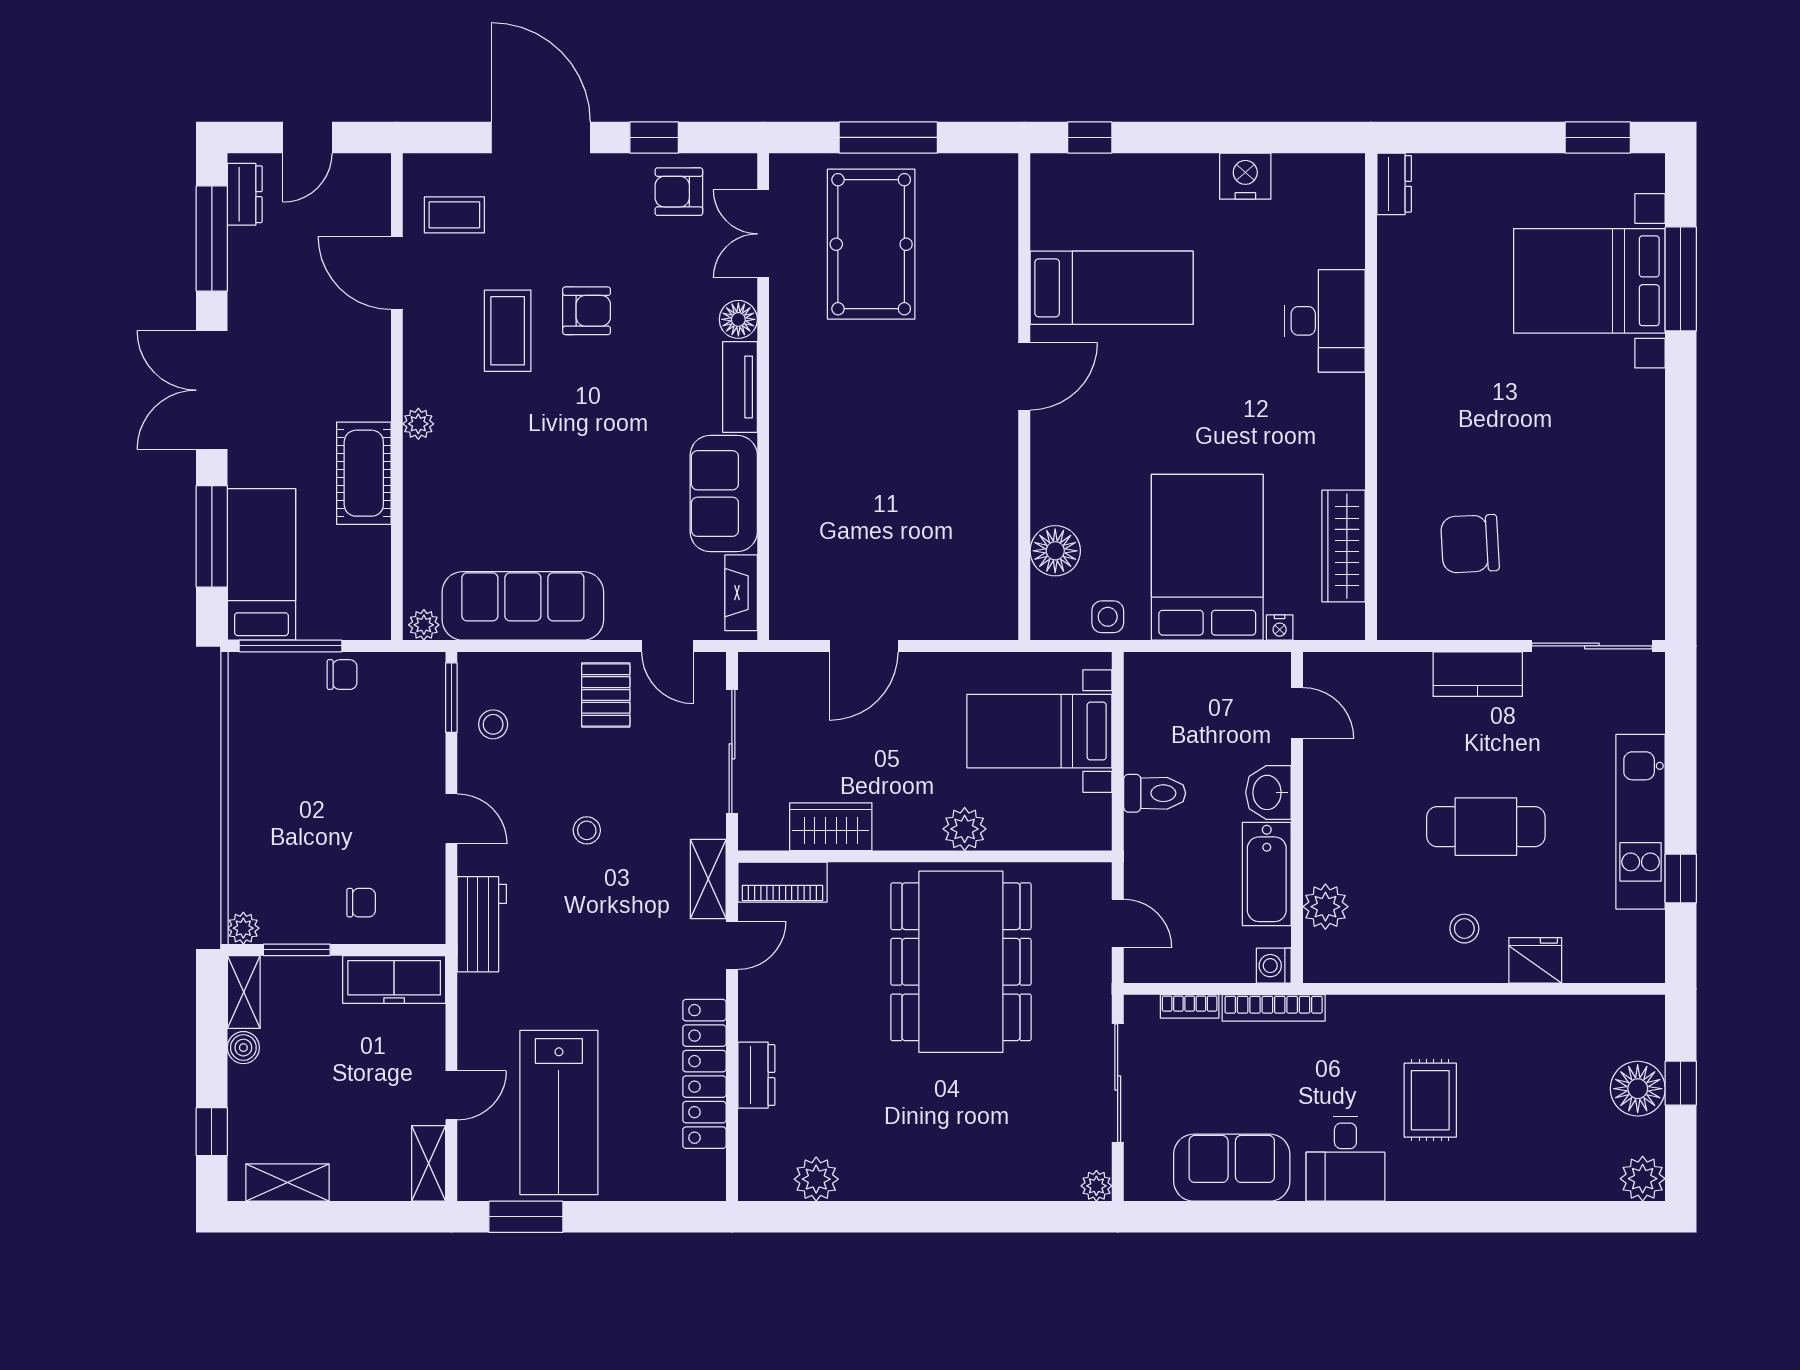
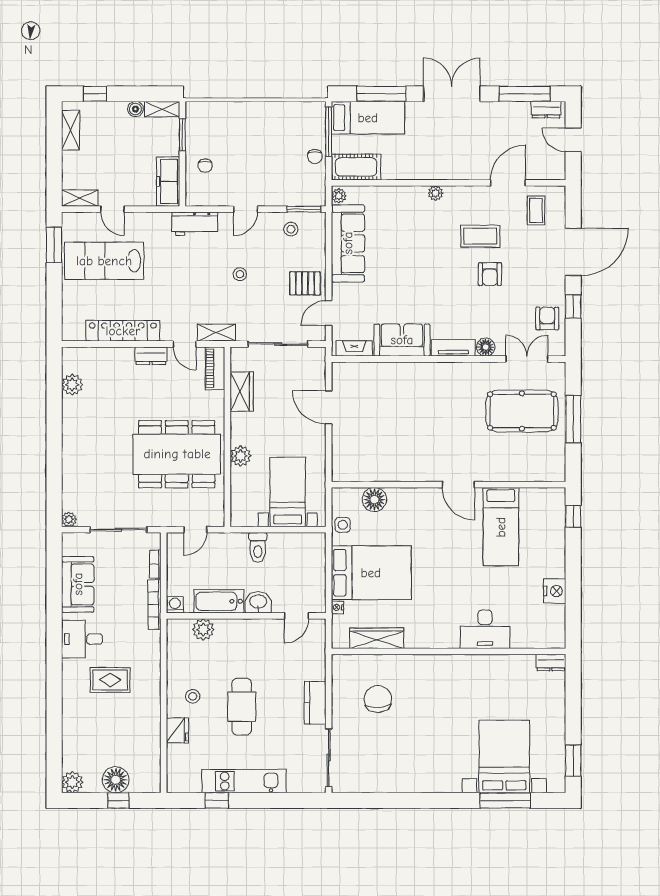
cot: (364, 473) -> (356, 167), moved
plant: (243, 928) -> (193, 109), removed
dresser: (756, 1075) -> (151, 356), moved

